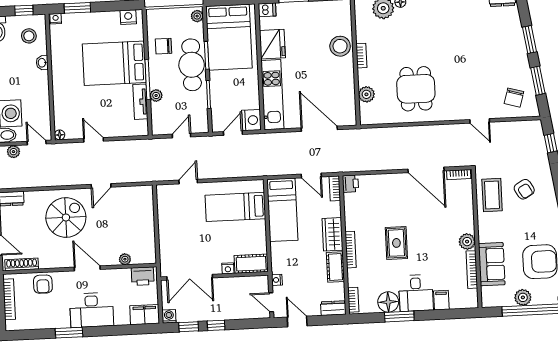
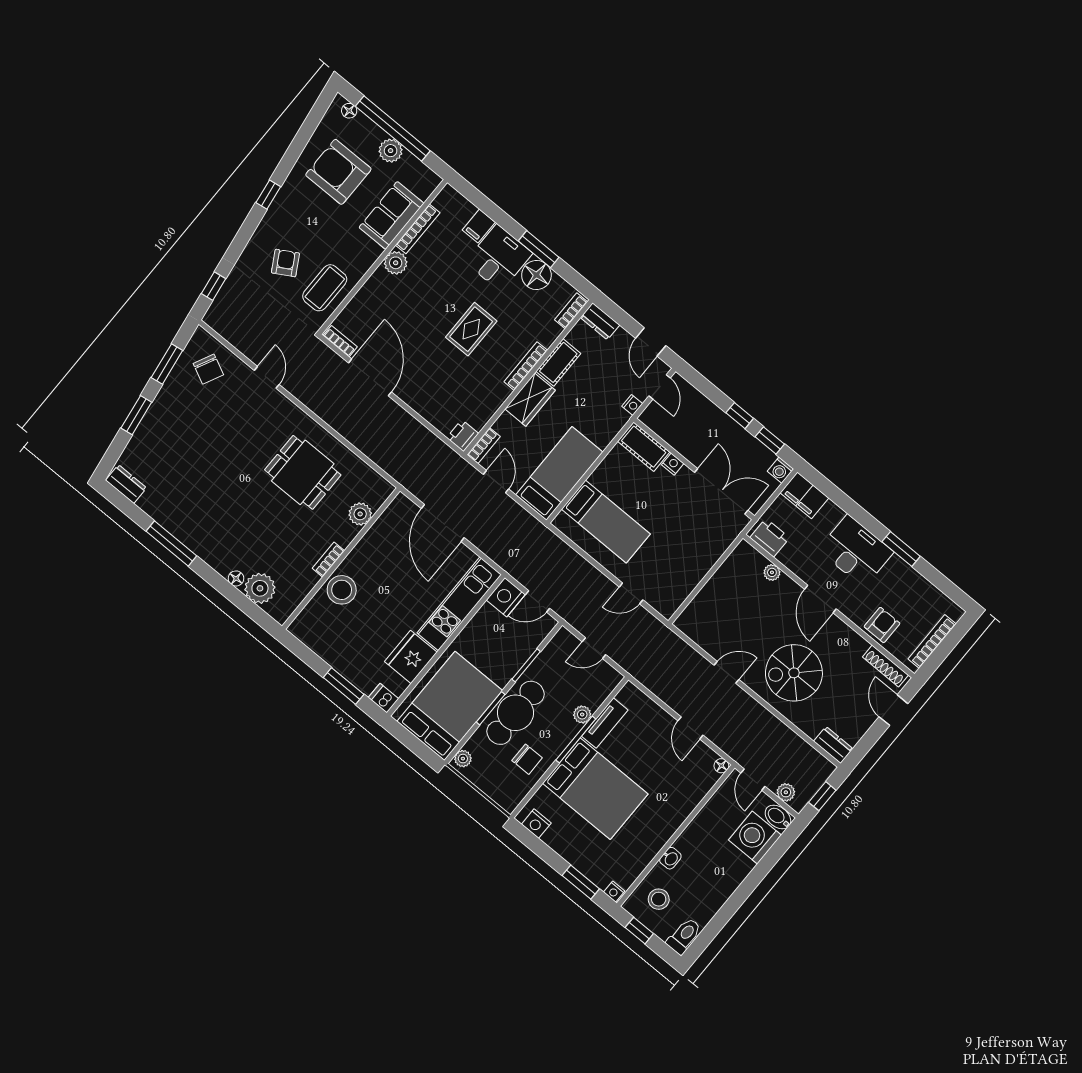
dining table: (416, 89) -> (303, 472), turned 90
chair: (514, 98) -> (208, 369), turned 100

